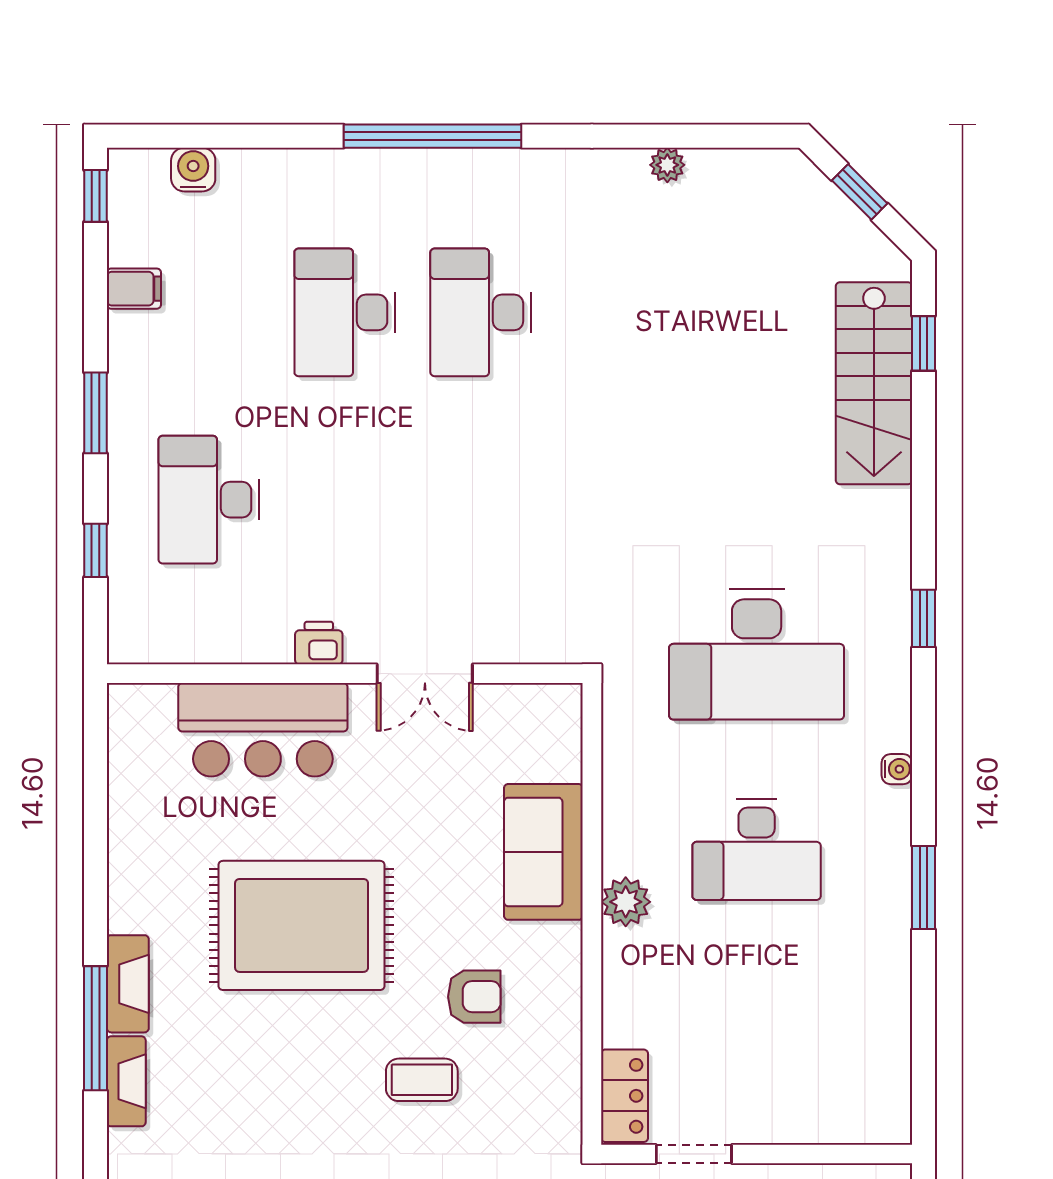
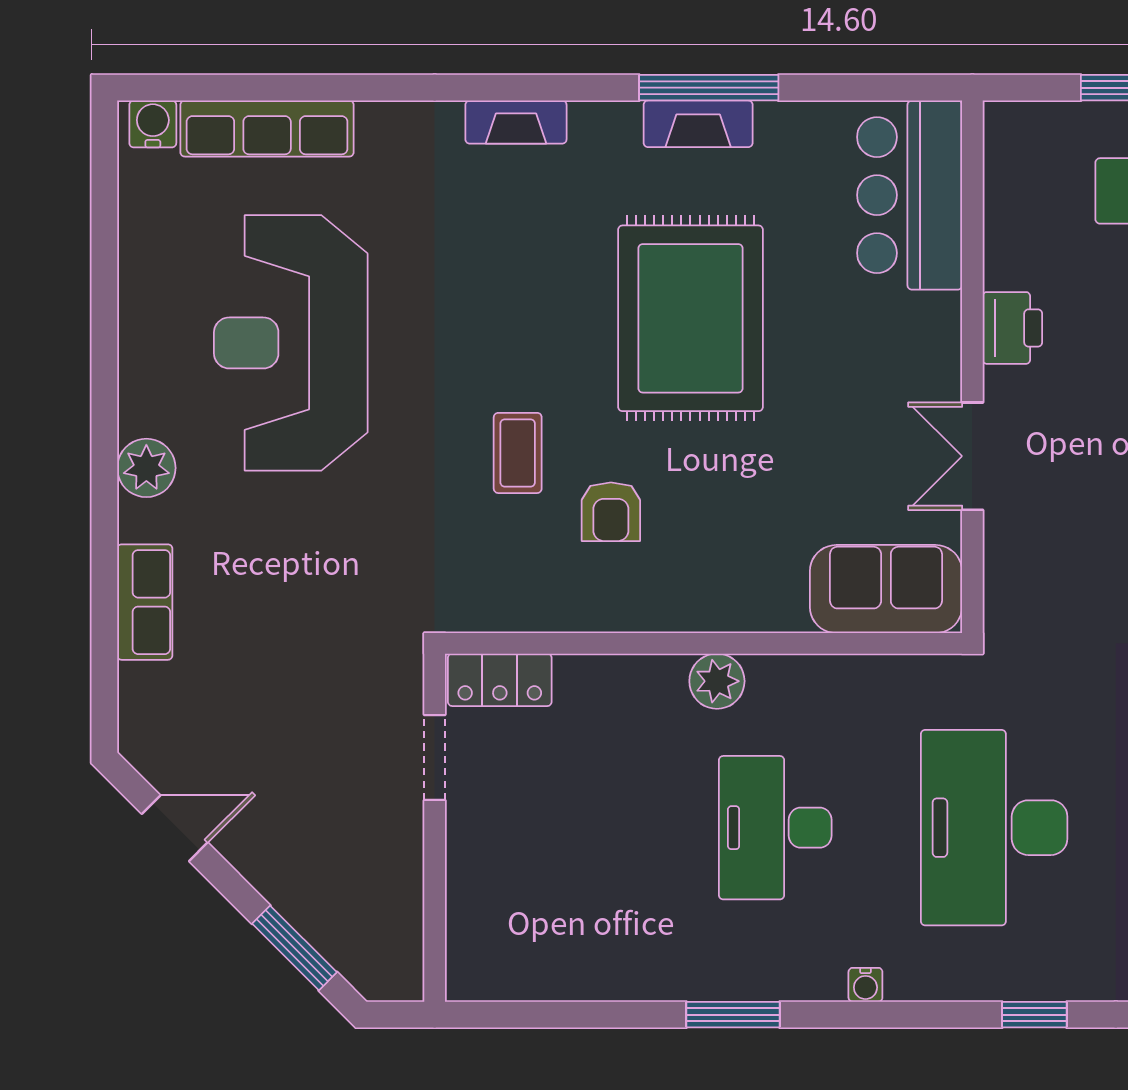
printer: (319, 643) -> (1012, 328), width x1.36, depth x1.24
bar counter: (263, 730) -> (910, 195), moved
sofa: (543, 852) -> (886, 589), moved
fireplace: (128, 984) -> (698, 124), moved
window: (96, 1028) -> (709, 88), moved

